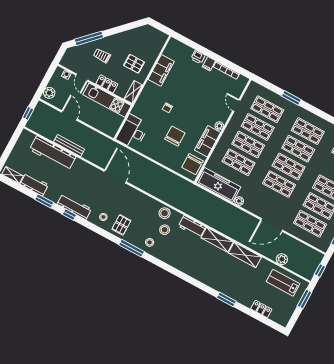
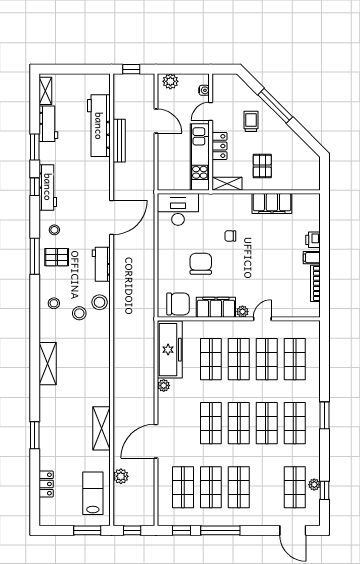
window: (89, 38) -> (275, 106), moved
window: (291, 98) -> (325, 415), moved
door: (236, 106) -> (262, 319), moved
door: (69, 116) -> (156, 121), hinge flipped
chair: (175, 136) -> (201, 264), turned -90
chair: (192, 164) -> (178, 304), turned 180
door: (272, 225) -> (156, 441), hinge flipped
workbench: (192, 227) -> (101, 264), moved
shelving: (217, 240) -> (48, 364), moved
window: (132, 248) -> (35, 256), moved

